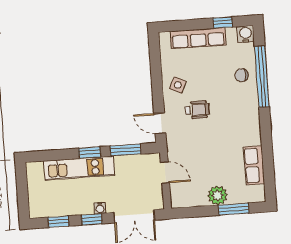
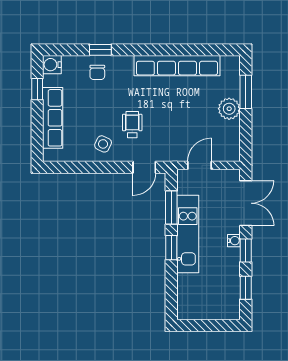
window: (262, 77) -> (100, 50), width x0.32
row of seats: (254, 165) -> (177, 66), width x2.02
kitchen unit: (79, 168) -> (188, 234), moved

